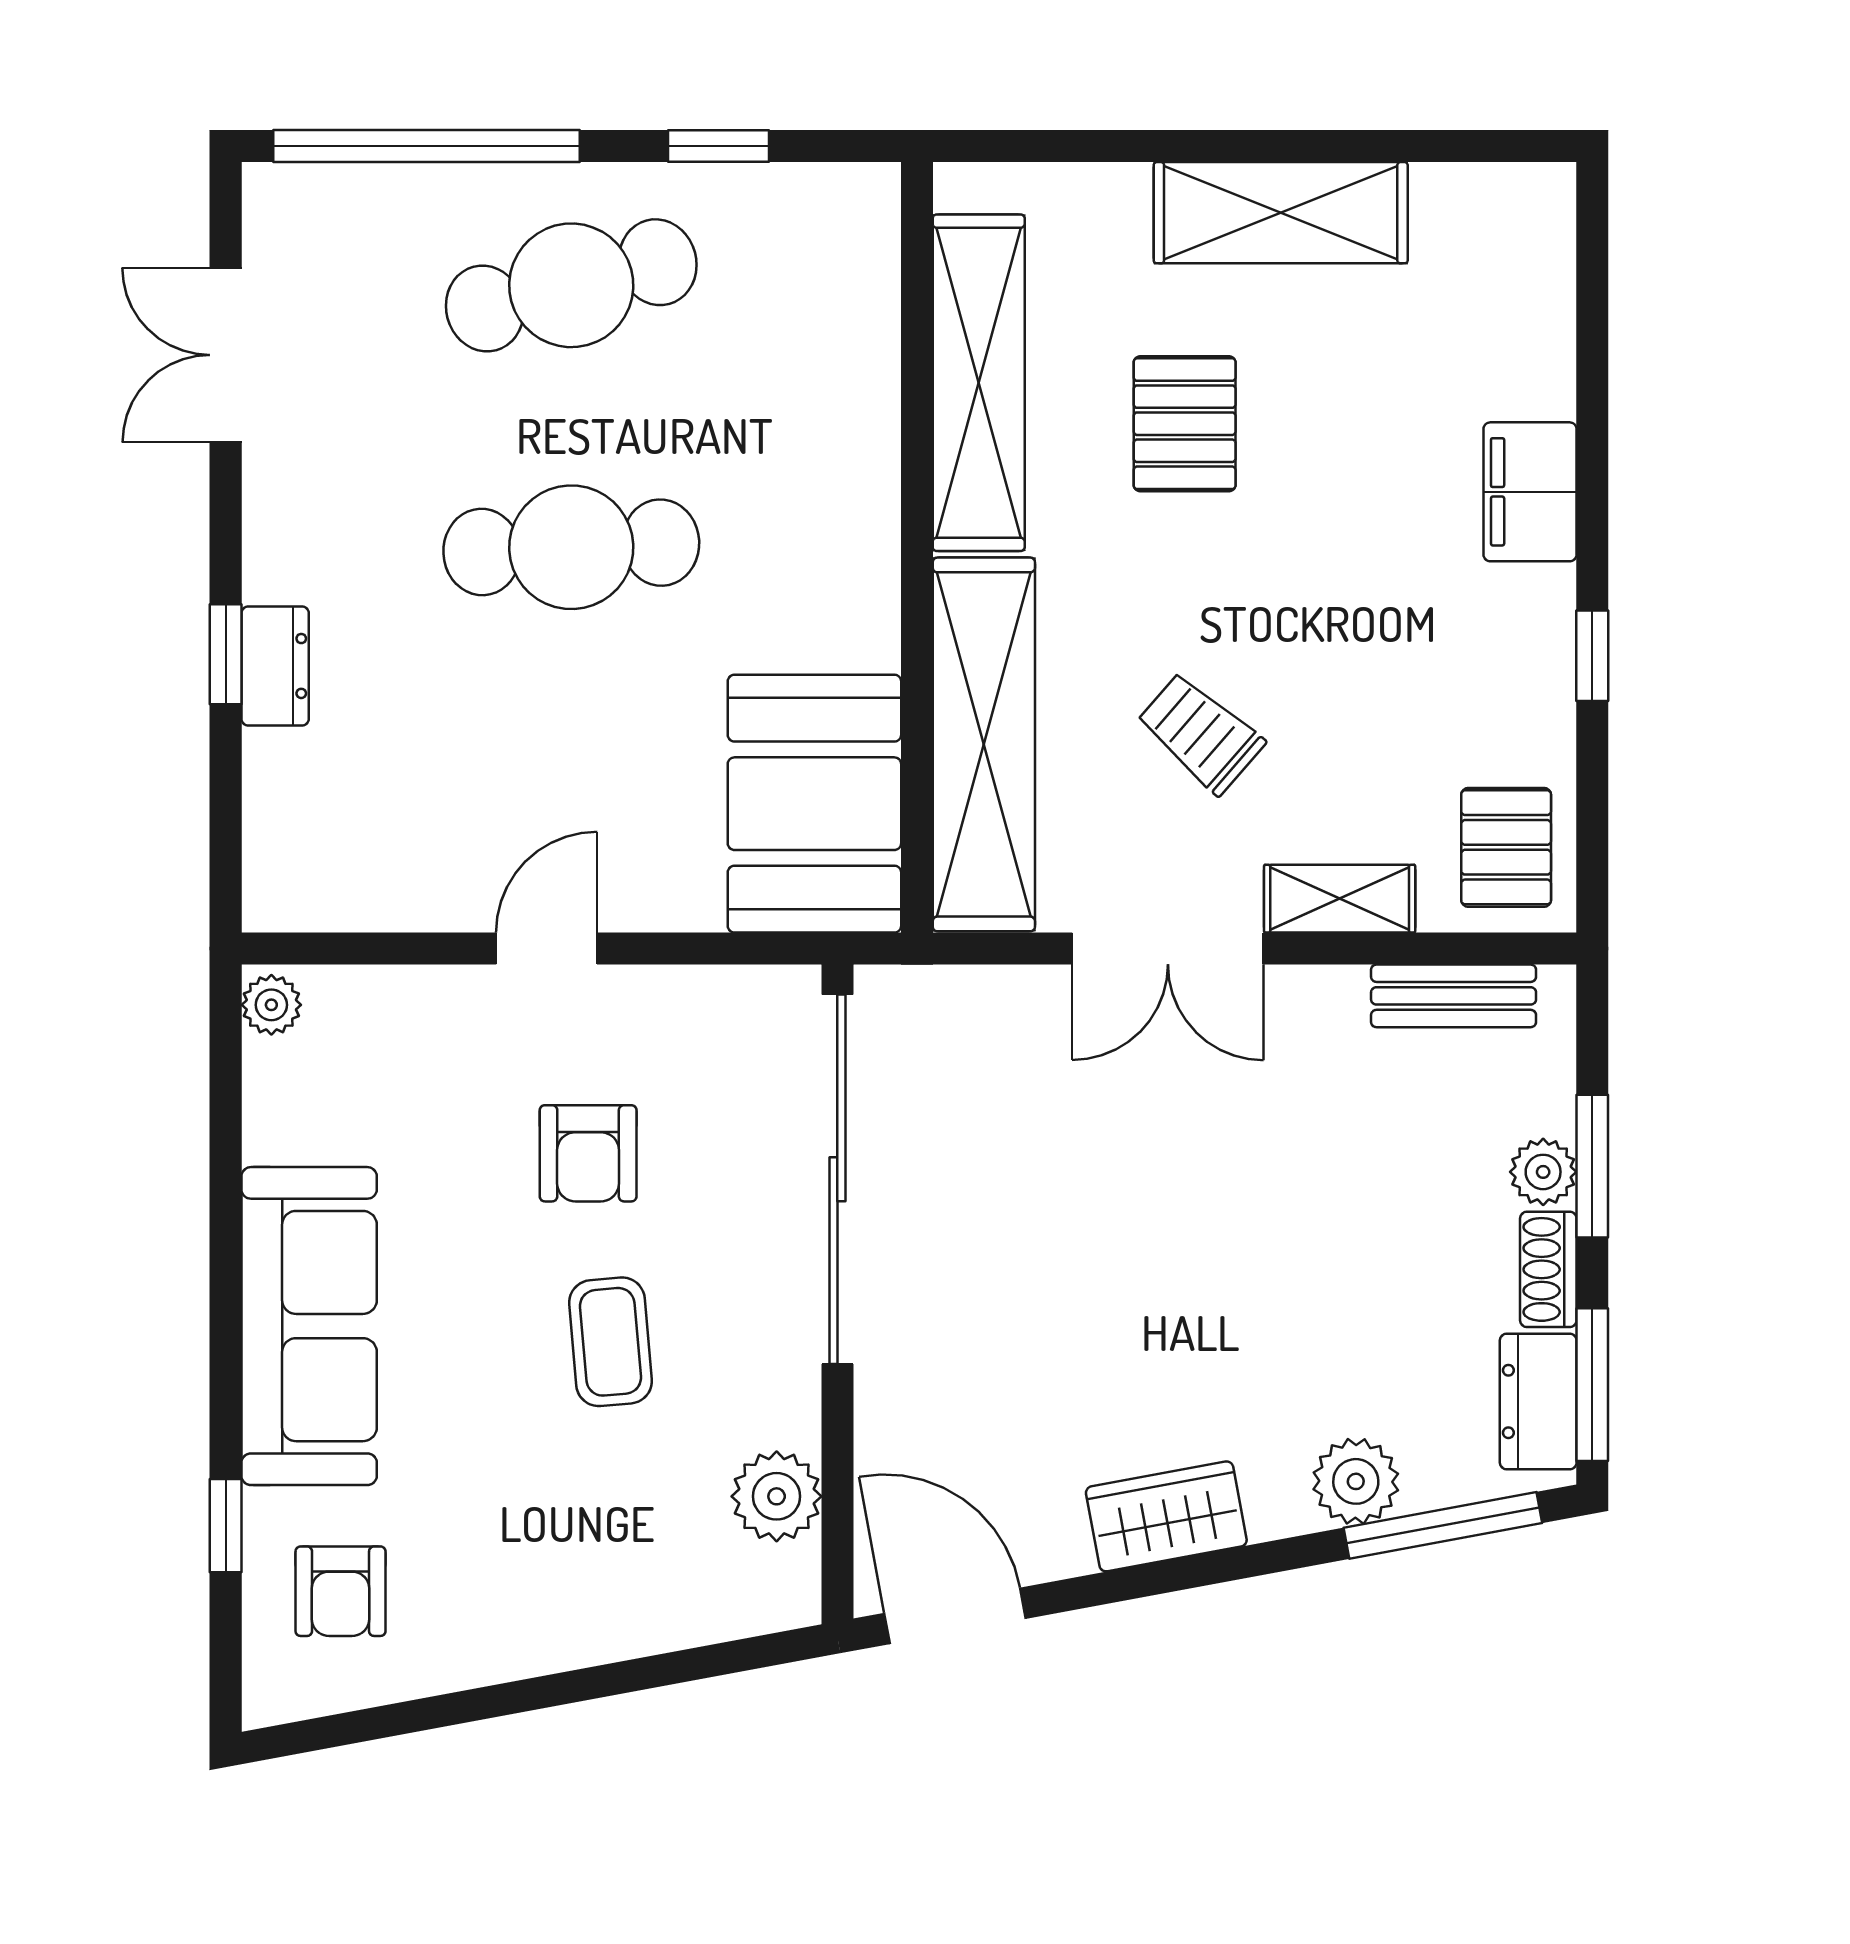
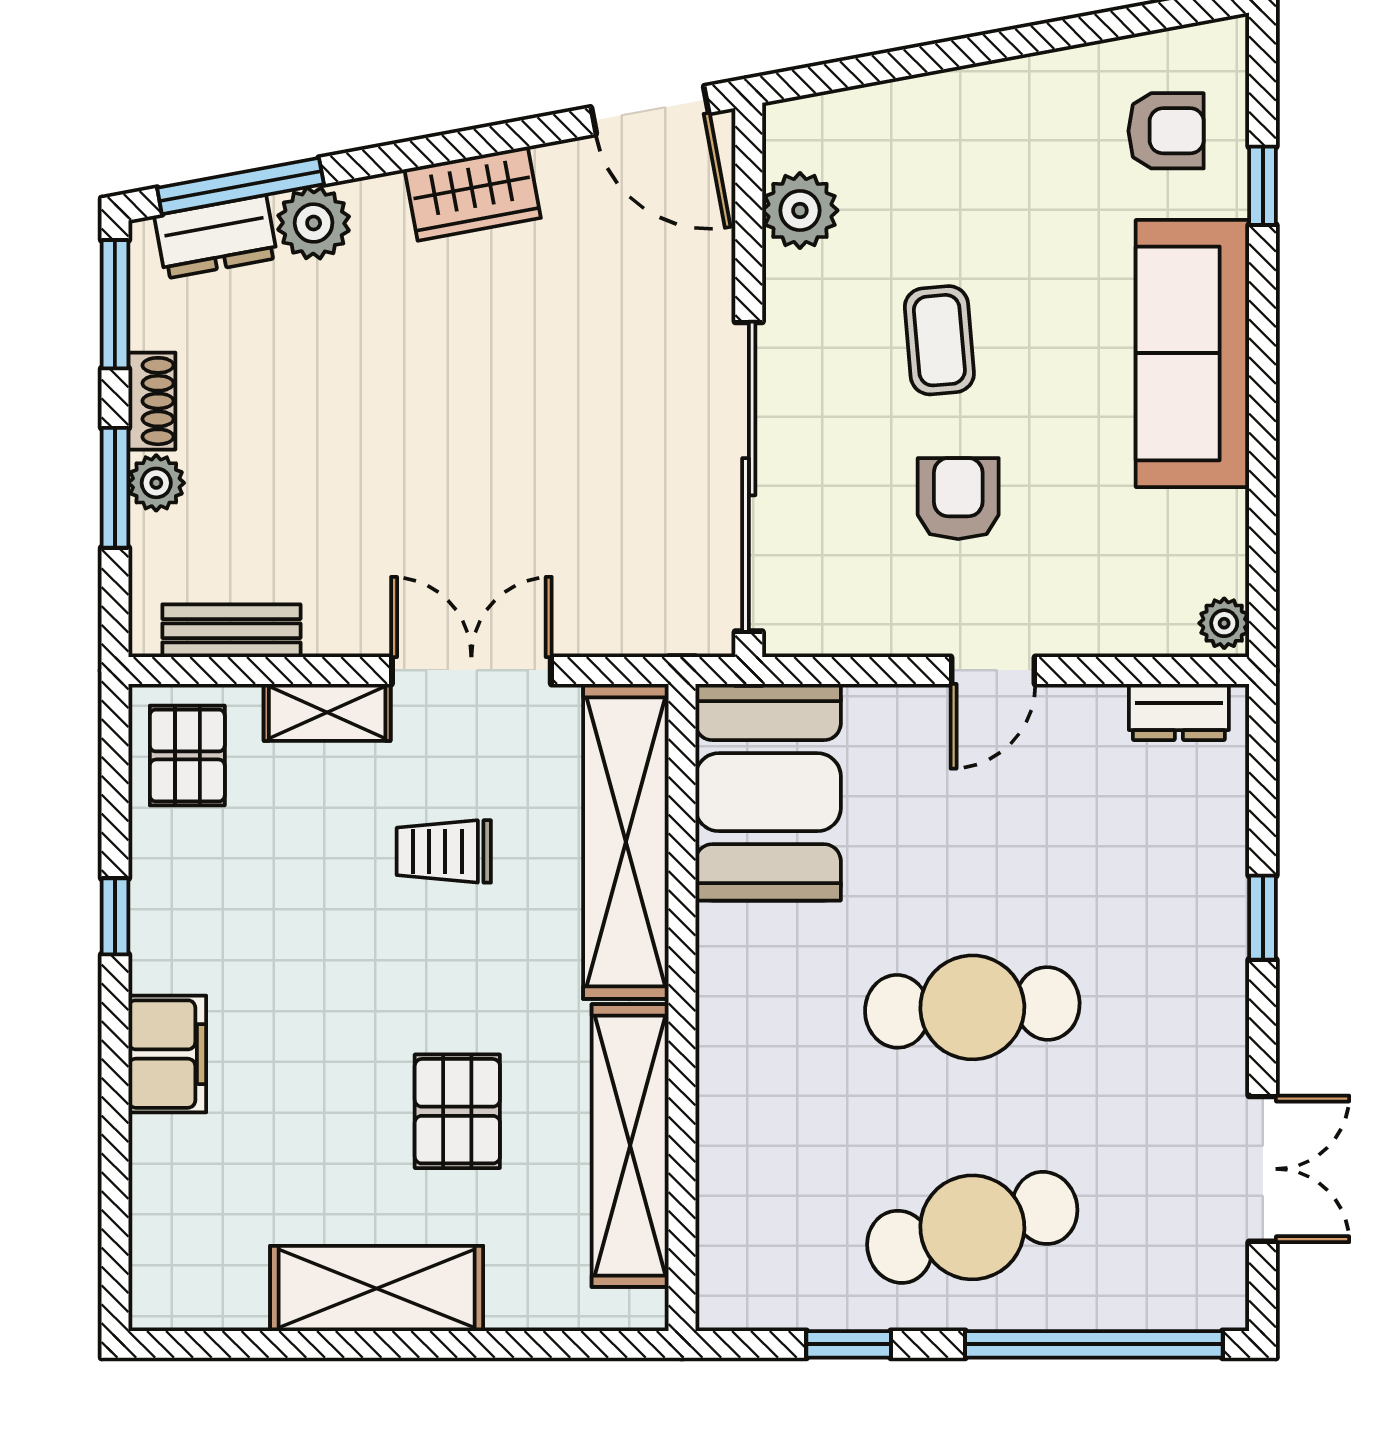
dresser: (275, 666) -> (1179, 712), moved, turned -90
trolley: (1201, 733) -> (444, 851), turned 139
dresser: (1538, 1401) -> (216, 237), moved, turned 79
armchair: (341, 1591) -> (1166, 131), turned 90

